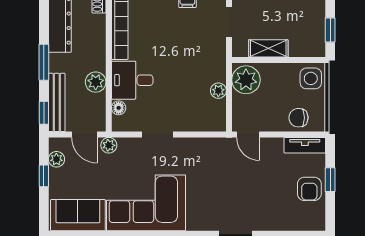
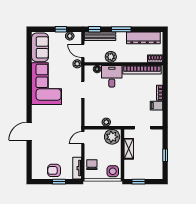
door: (84, 135) -> (83, 51), hinge flipped

